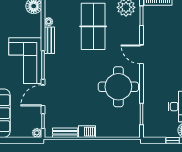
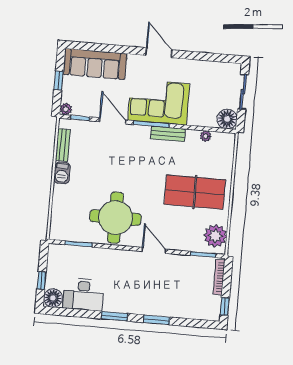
bench: (49, 40) -> (168, 134), moved
door: (141, 54) -> (154, 250), hinge flipped
window: (15, 140) -> (59, 81), added

